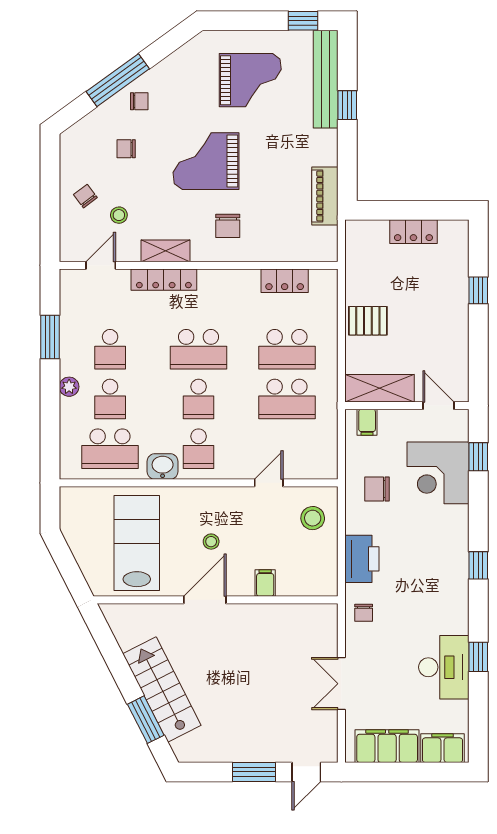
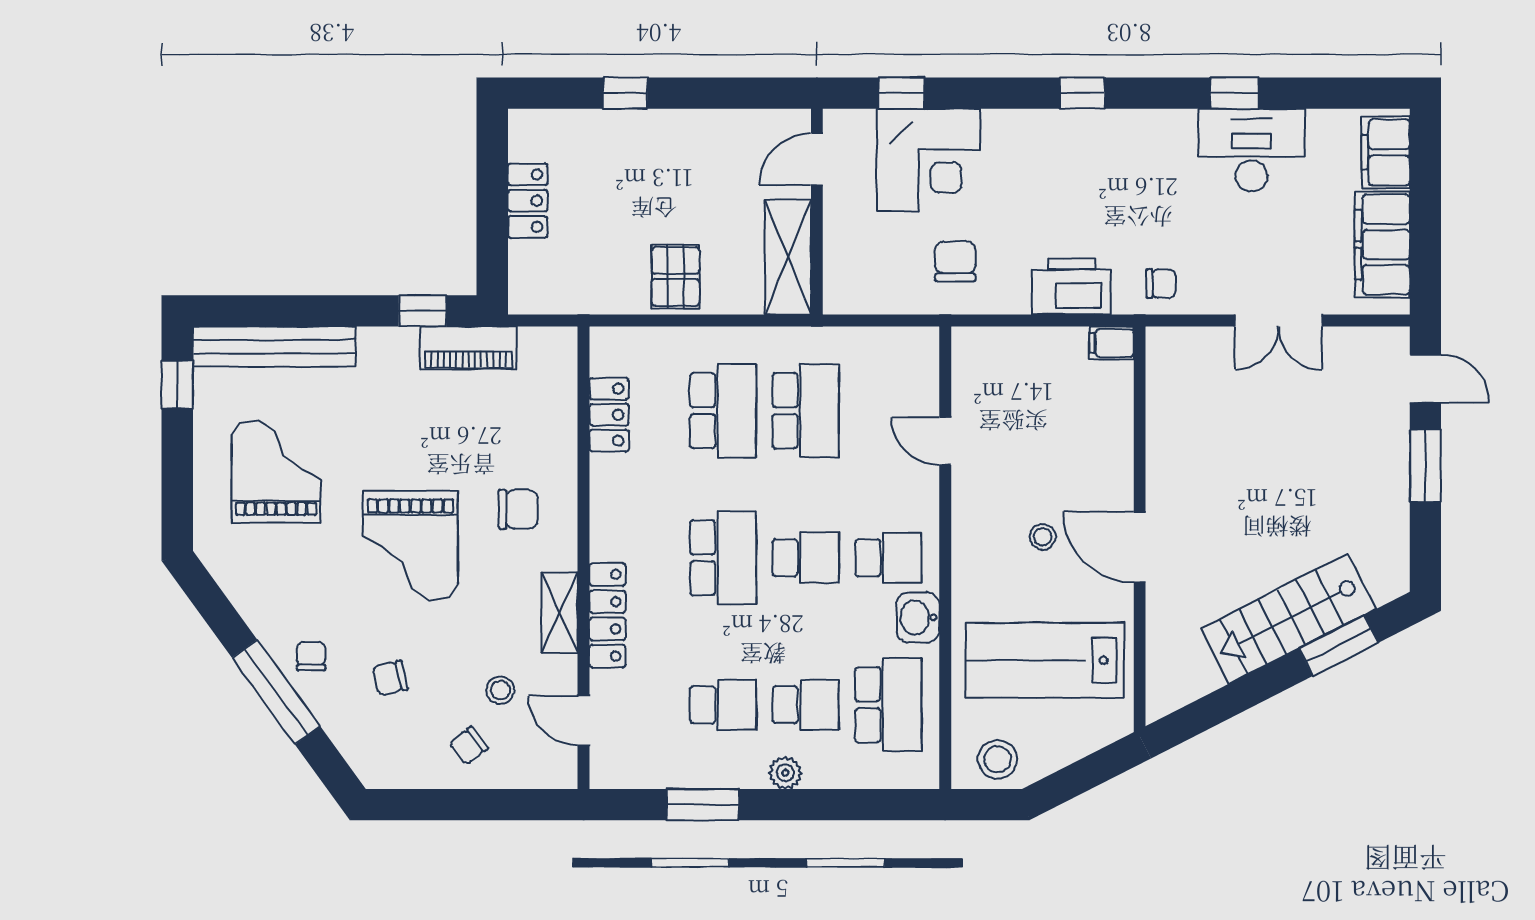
window: (347, 105) -> (423, 311), moved
chair: (126, 149) -> (390, 678), turned 77
filing cabinet: (367, 422) -> (844, 278), removed
chair: (377, 489) -> (955, 261), turned 180
stool: (313, 518) -> (997, 759), moved
filing cabinet: (265, 583) -> (1112, 343), moved

